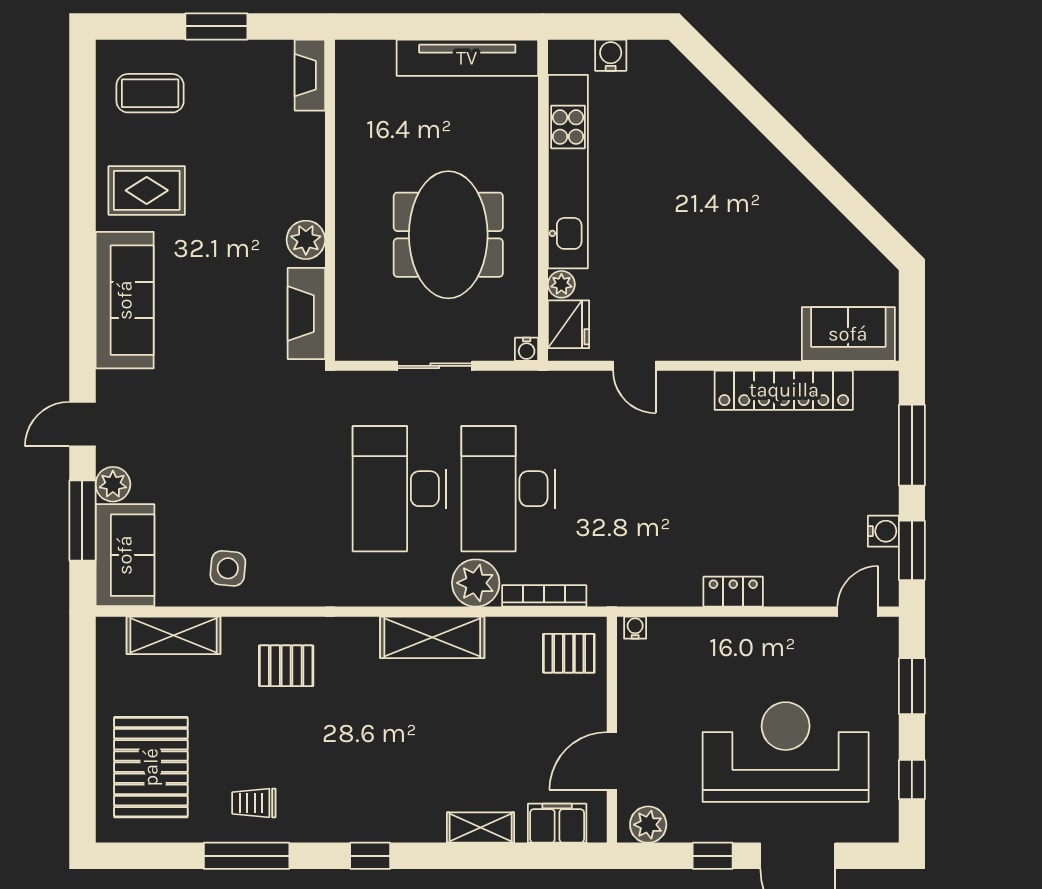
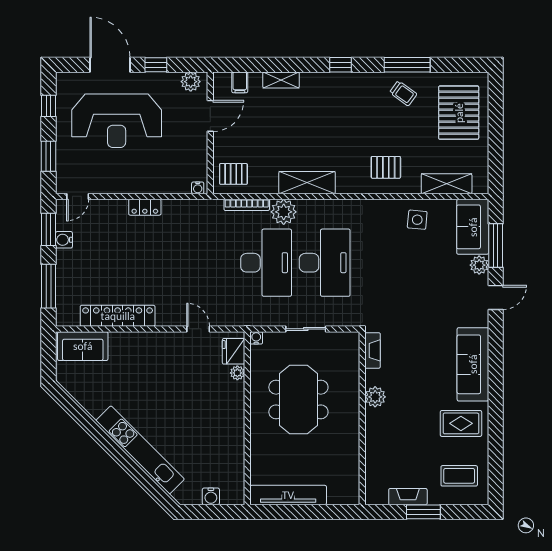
fireplace: (310, 75) -> (408, 497), moved, turned -90
kitchen unit: (568, 172) -> (140, 450), moved, turned 135
fireplace: (306, 314) -> (372, 350), width x0.73, depth x0.76
trolley: (254, 803) -> (403, 93), turned 36
filing cabinet: (557, 823) -> (240, 82), width x0.50

